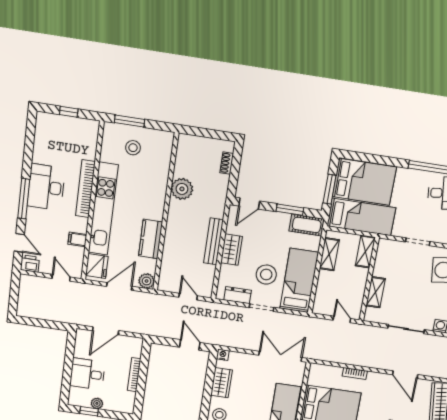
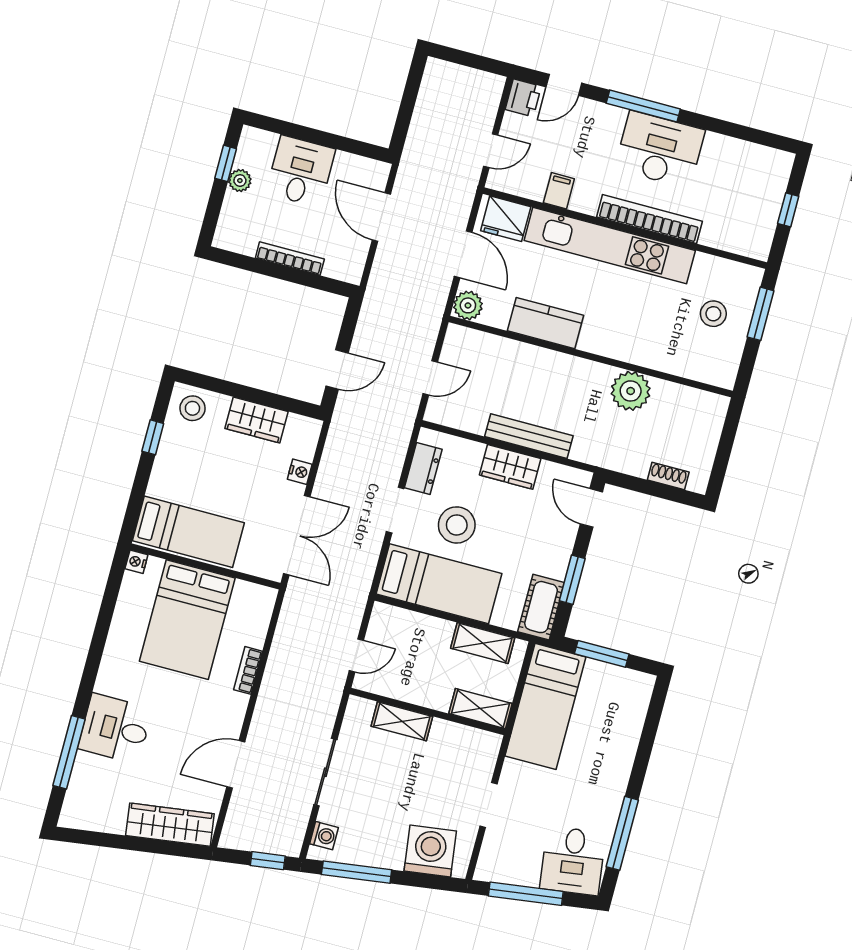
bed: (364, 182) -> (609, 717), removed
nightstand: (223, 355) -> (300, 472), moved

